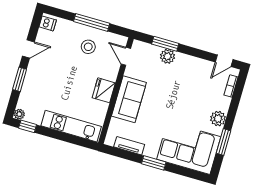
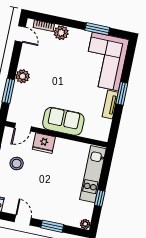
plant: (167, 56) -> (23, 76), moved
fridge: (104, 90) -> (44, 143), moved
plant: (218, 119) -> (61, 33), moved
window: (28, 126) -> (100, 198), moved
tv unit: (129, 146) -> (110, 104), moved

